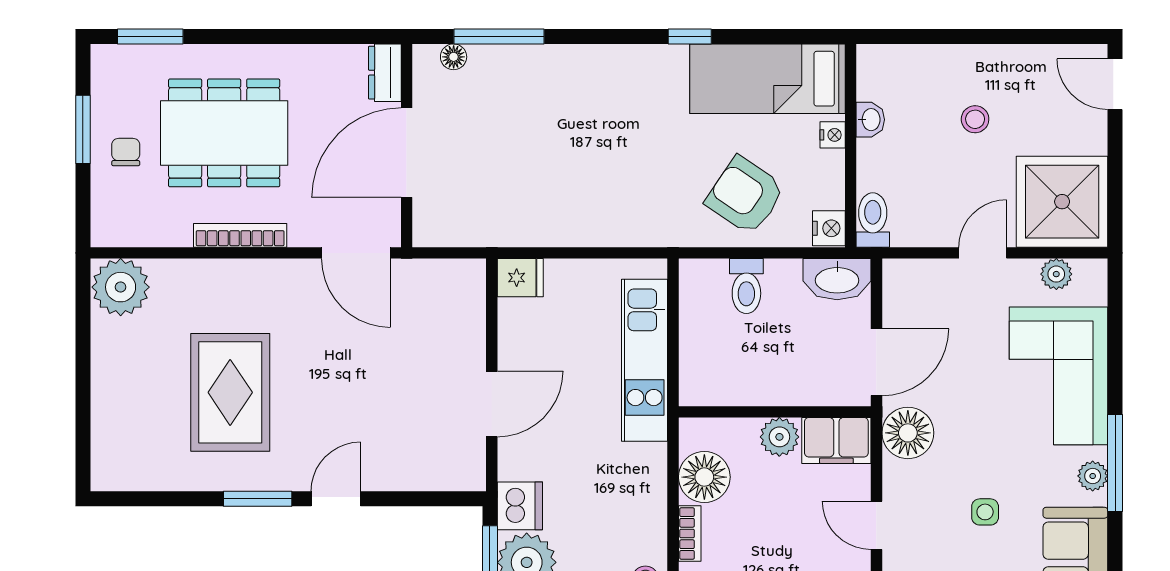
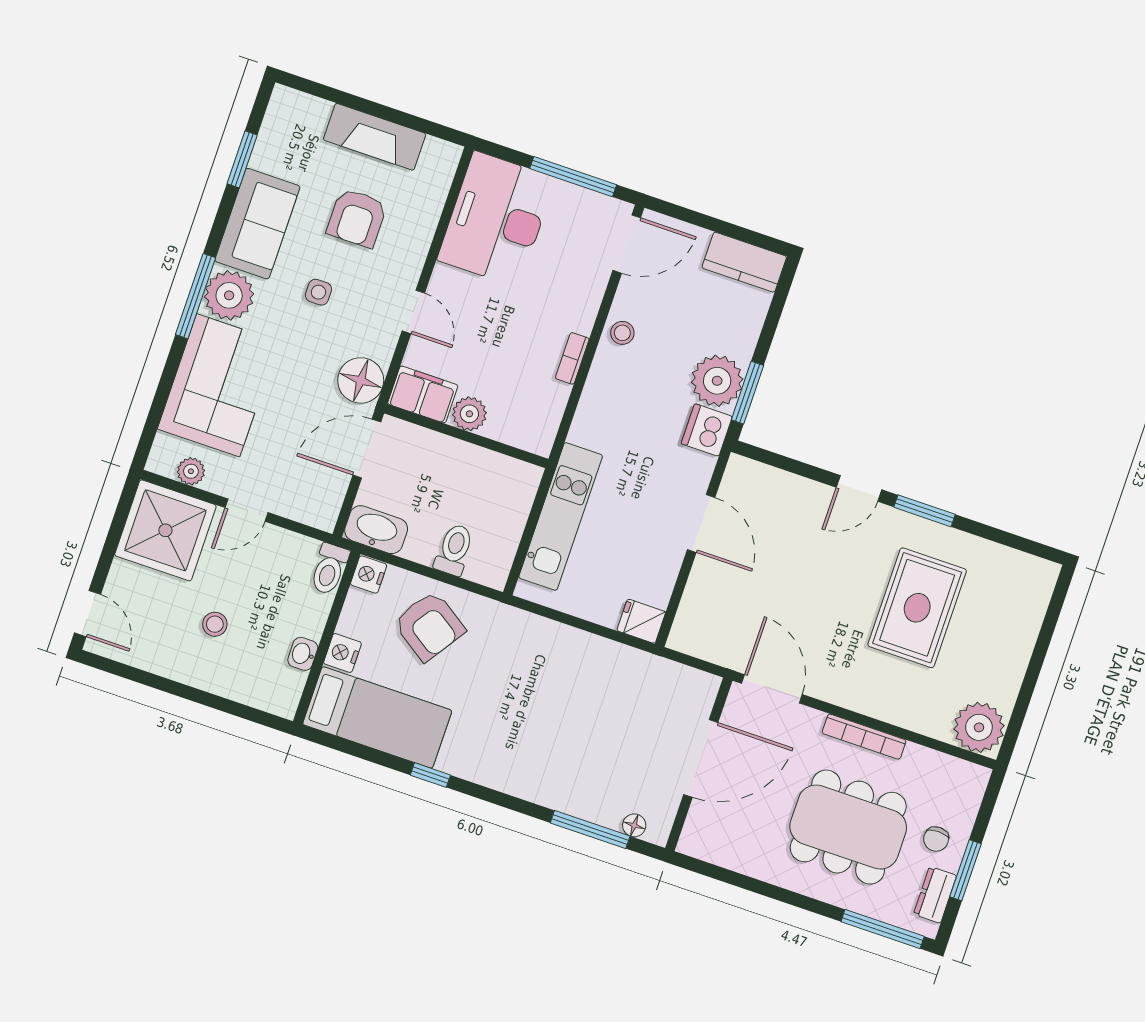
window: (150, 36) -> (883, 929), width x1.44
dresser: (385, 73) -> (935, 895), moved, turned 180
nightstand: (833, 135) -> (342, 653), width x1.39, depth x1.35
door: (492, 404) -> (701, 523), swing flipped
plant: (1093, 476) -> (229, 295), width x1.87, depth x1.87
floor lamp: (704, 477) -> (544, 402), removed

